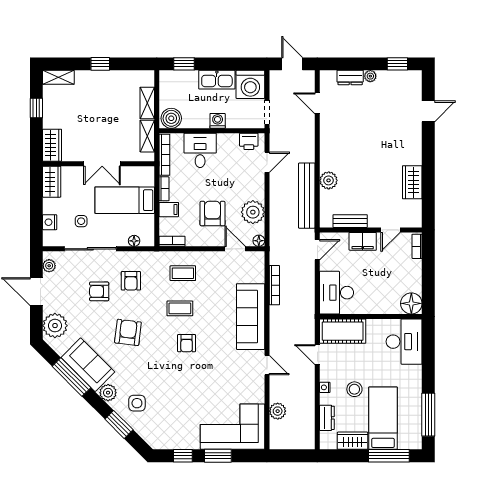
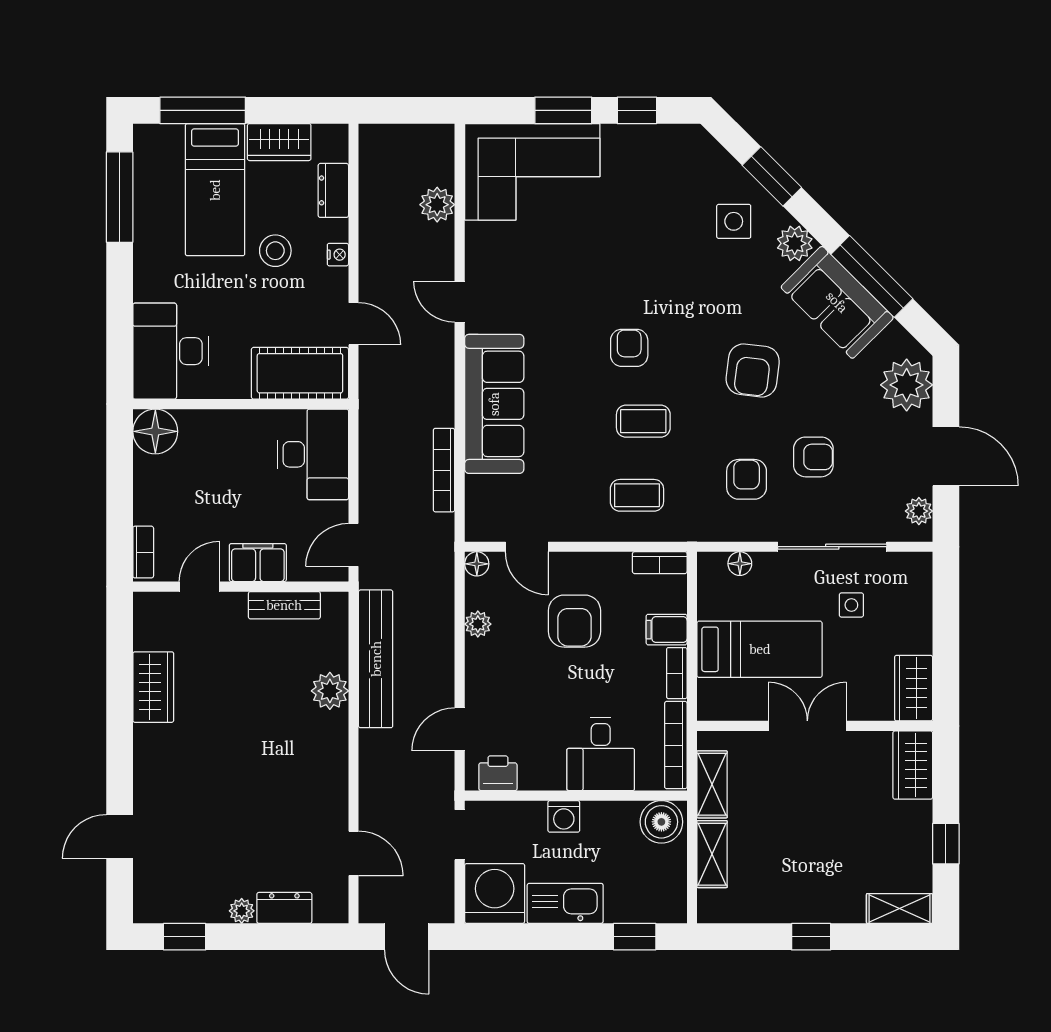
plant: (253, 212) -> (478, 624), width x0.53, depth x0.53
nightstand: (50, 222) -> (918, 603), removed

